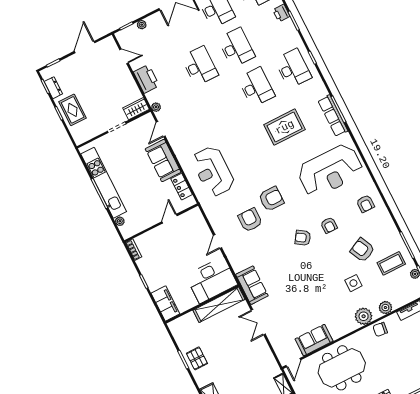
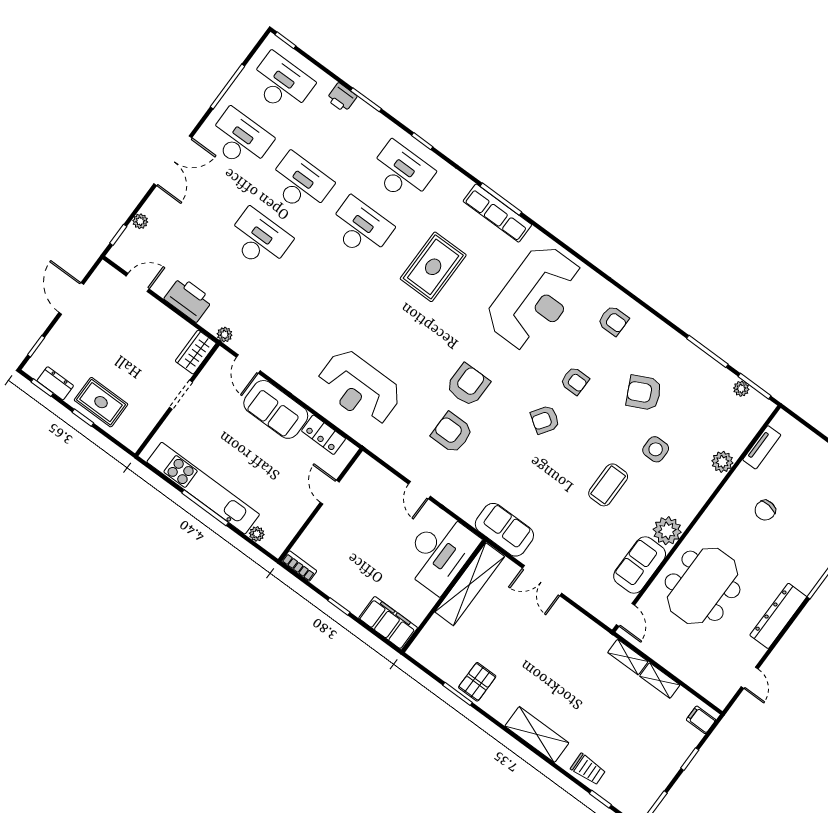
coffee table: (391, 263) -> (608, 485), moved
plant: (364, 316) -> (667, 531), moved
chair: (380, 329) -> (765, 510), moved
pallet: (197, 358) -> (477, 682), turned 90

